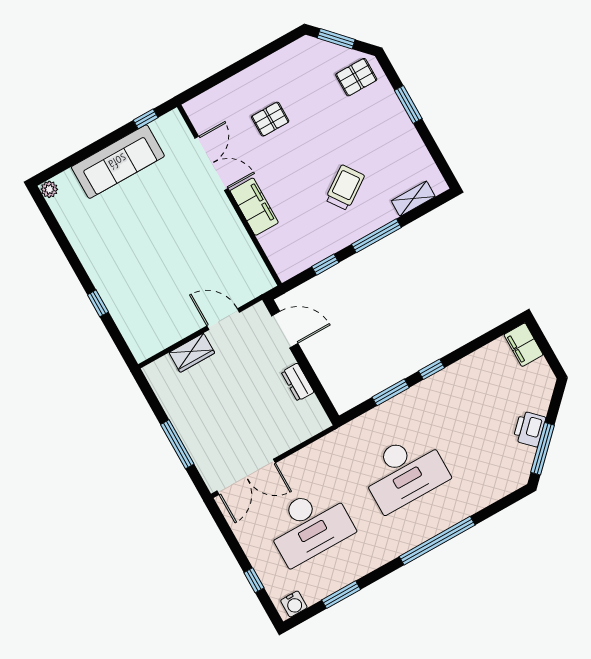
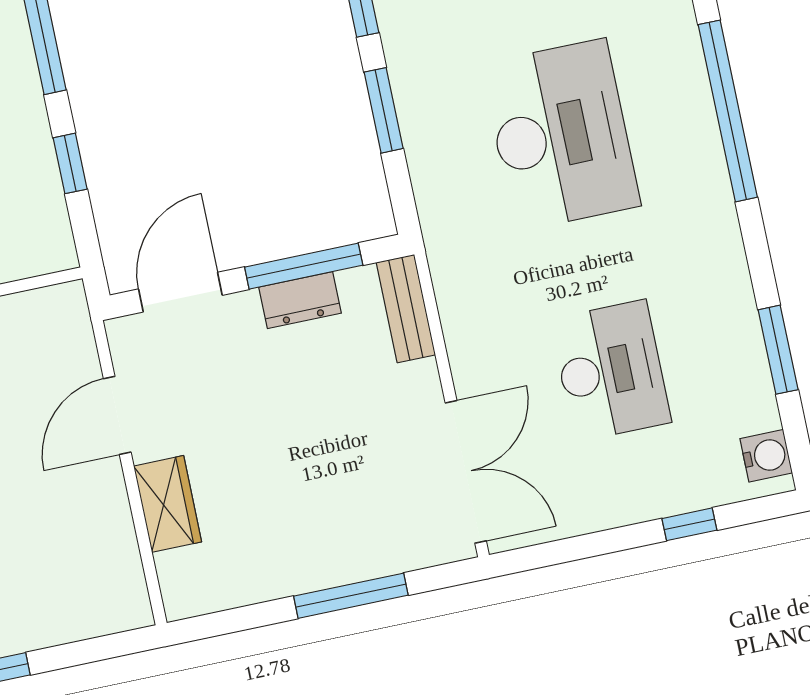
window: (313, 379) -> (304, 266), added
bench: (308, 429) -> (406, 309), added
desk: (309, 525) -> (611, 371), width x0.73, depth x0.77

